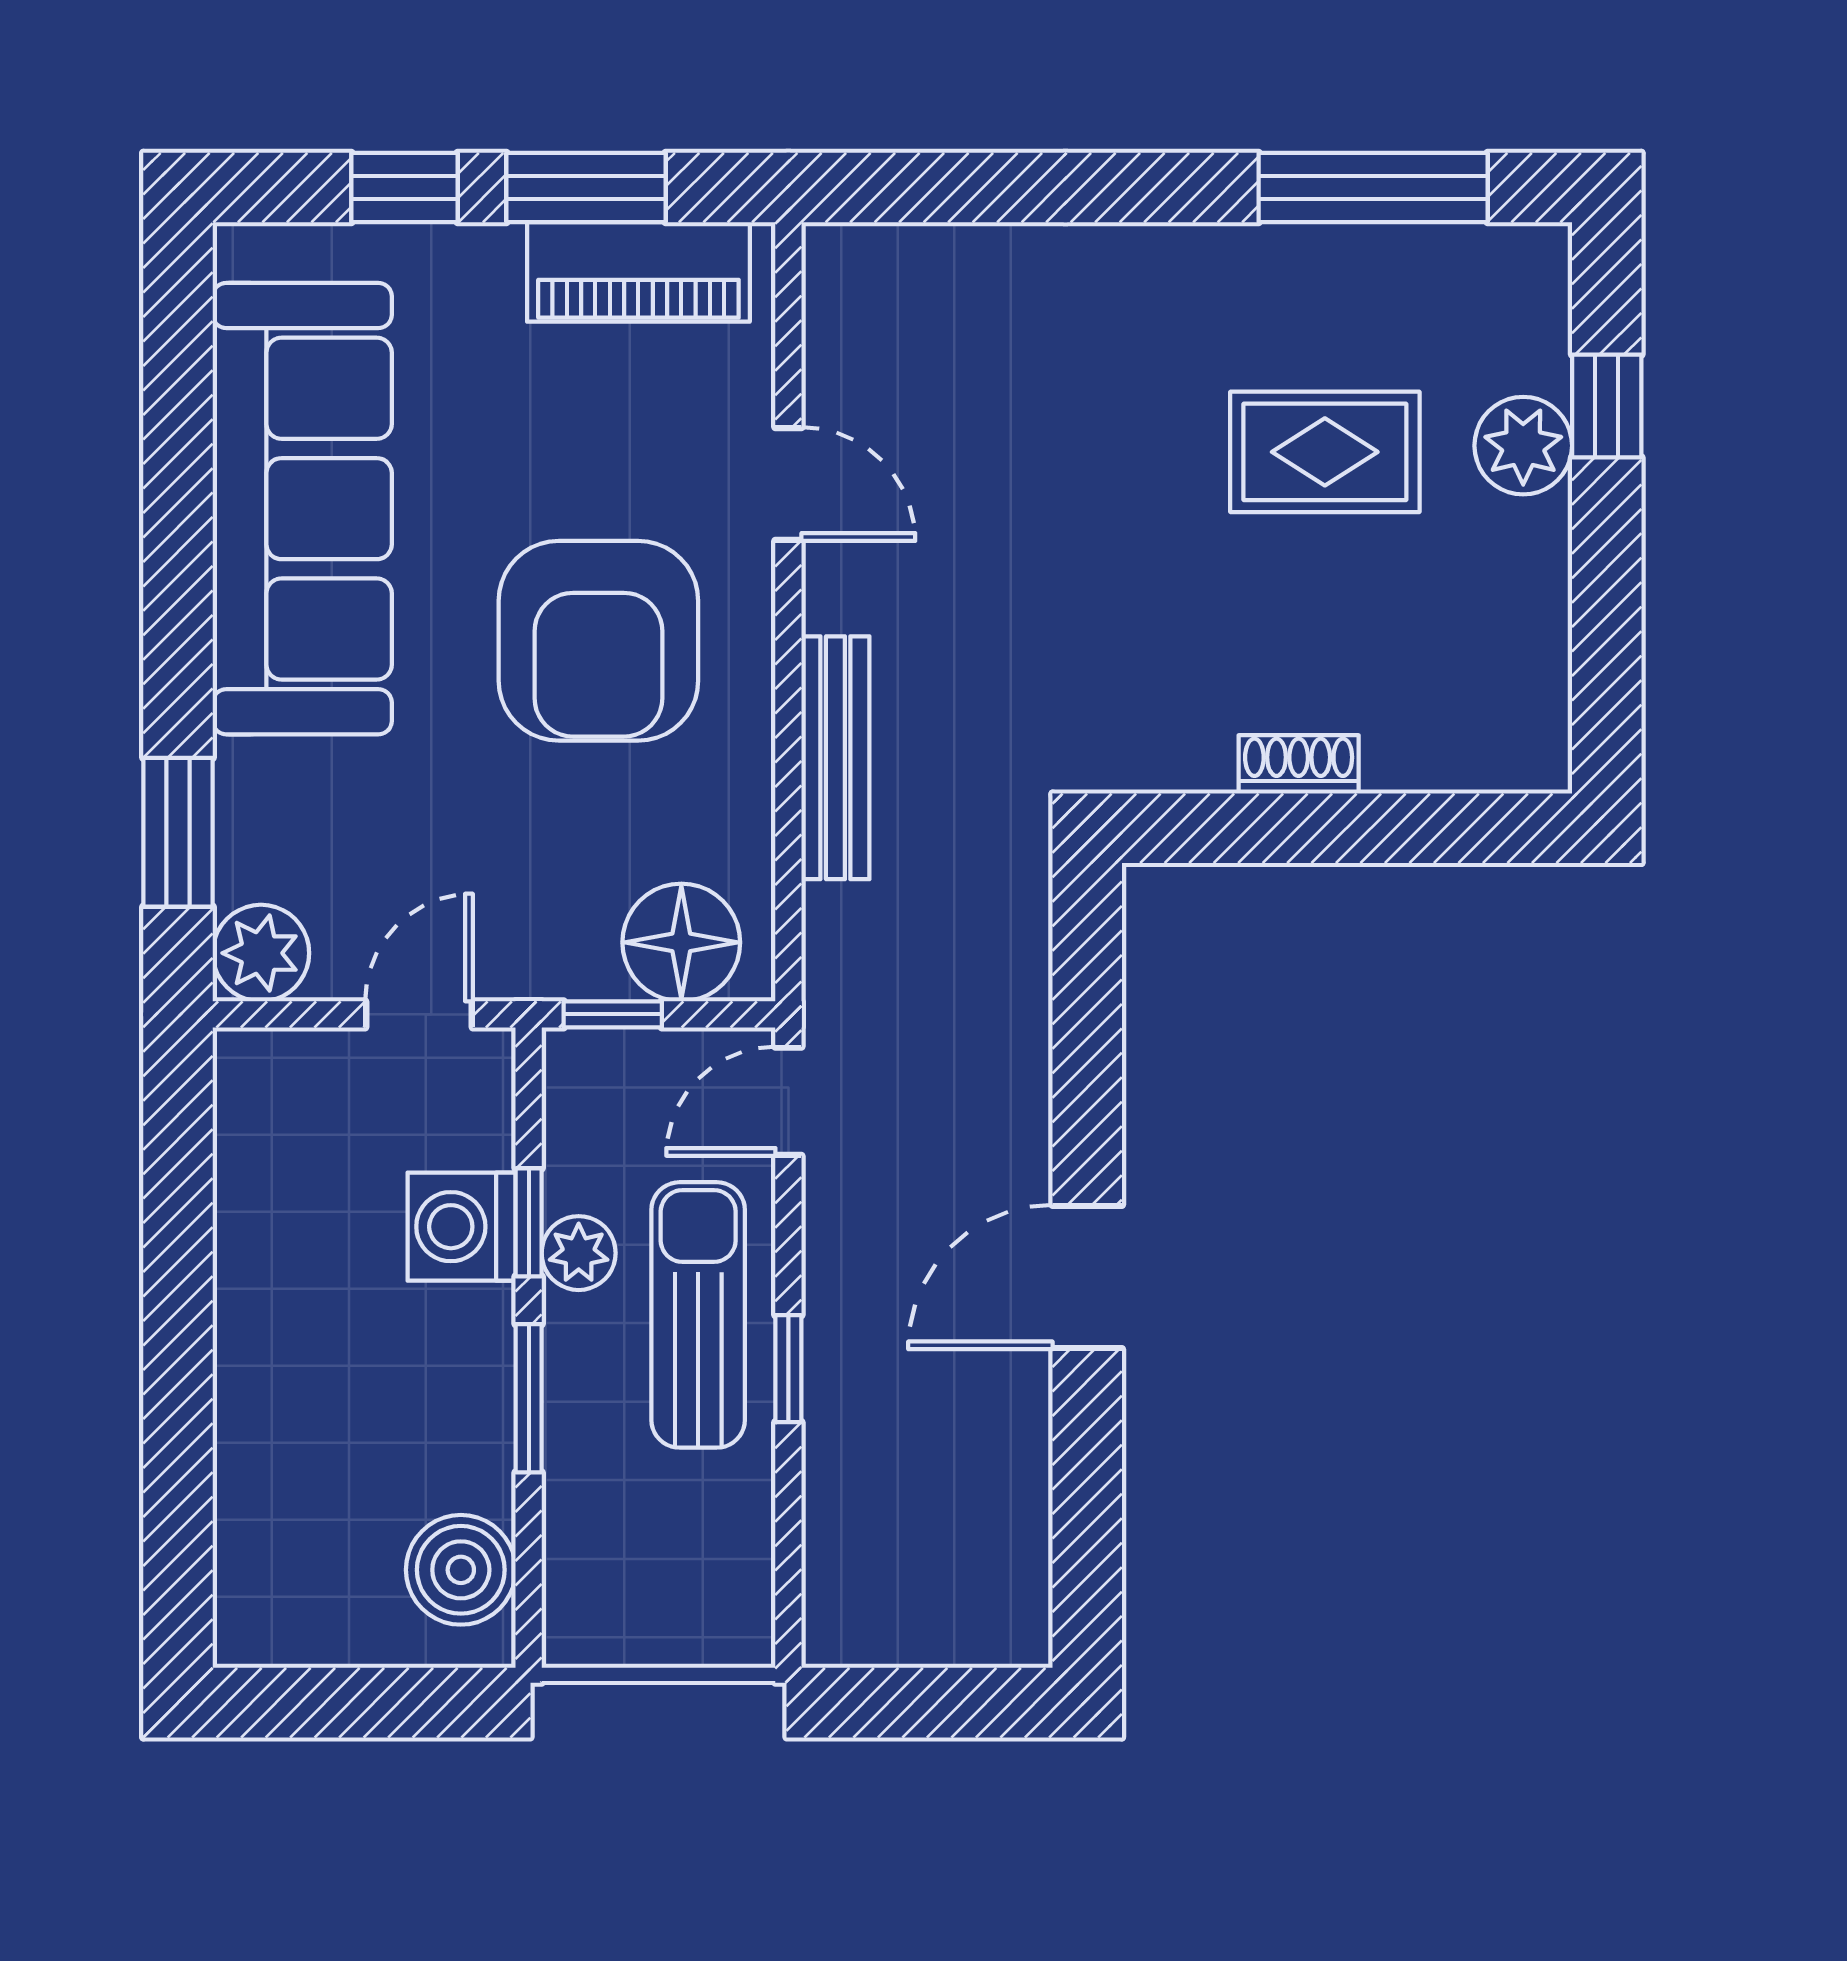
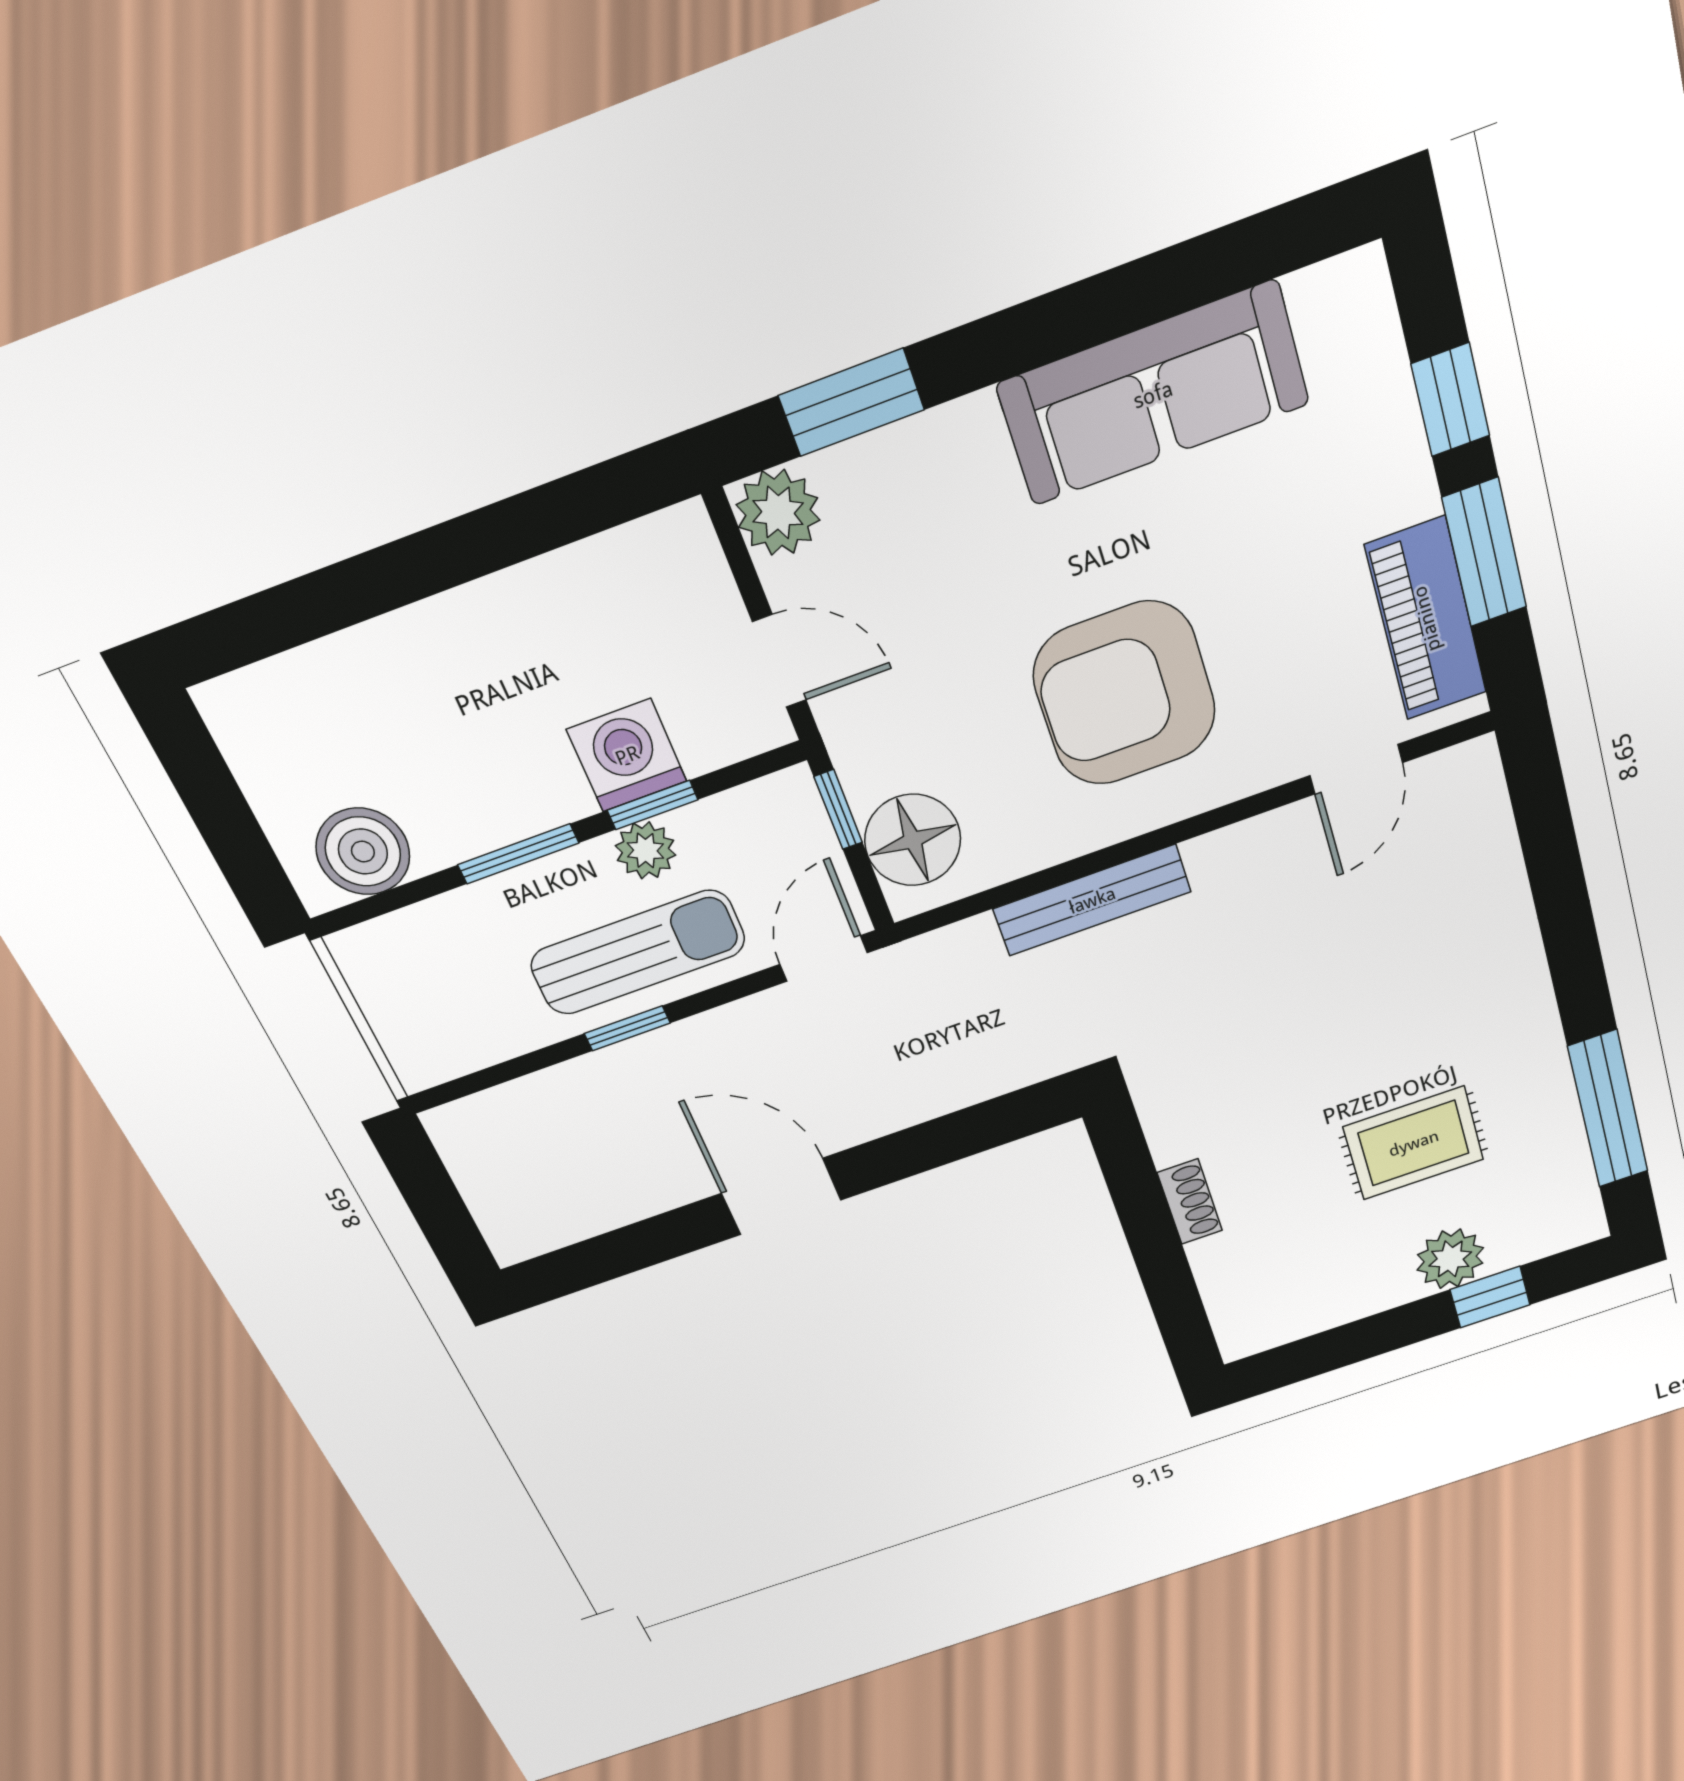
rug: (1325, 452) -> (1414, 1143), turned 90
door: (788, 484) -> (1356, 769), moved
sofa: (302, 509) -> (1153, 394), width x0.74, depth x0.79
door: (788, 1101) -> (824, 958), hinge flipped

